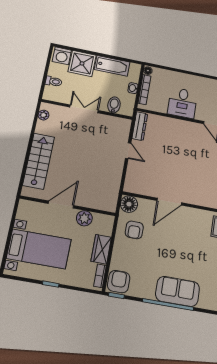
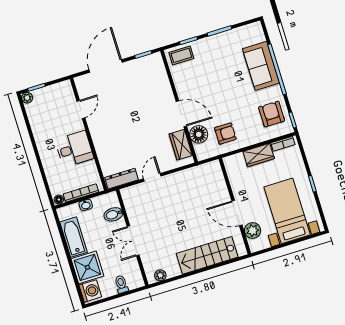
wardrobe: (144, 188) -> (181, 145), added
floor lamp: (129, 204) -> (199, 134), moved
plant: (84, 218) -> (253, 231), moved
armchair: (119, 282) -> (272, 114), moved, turned 90

